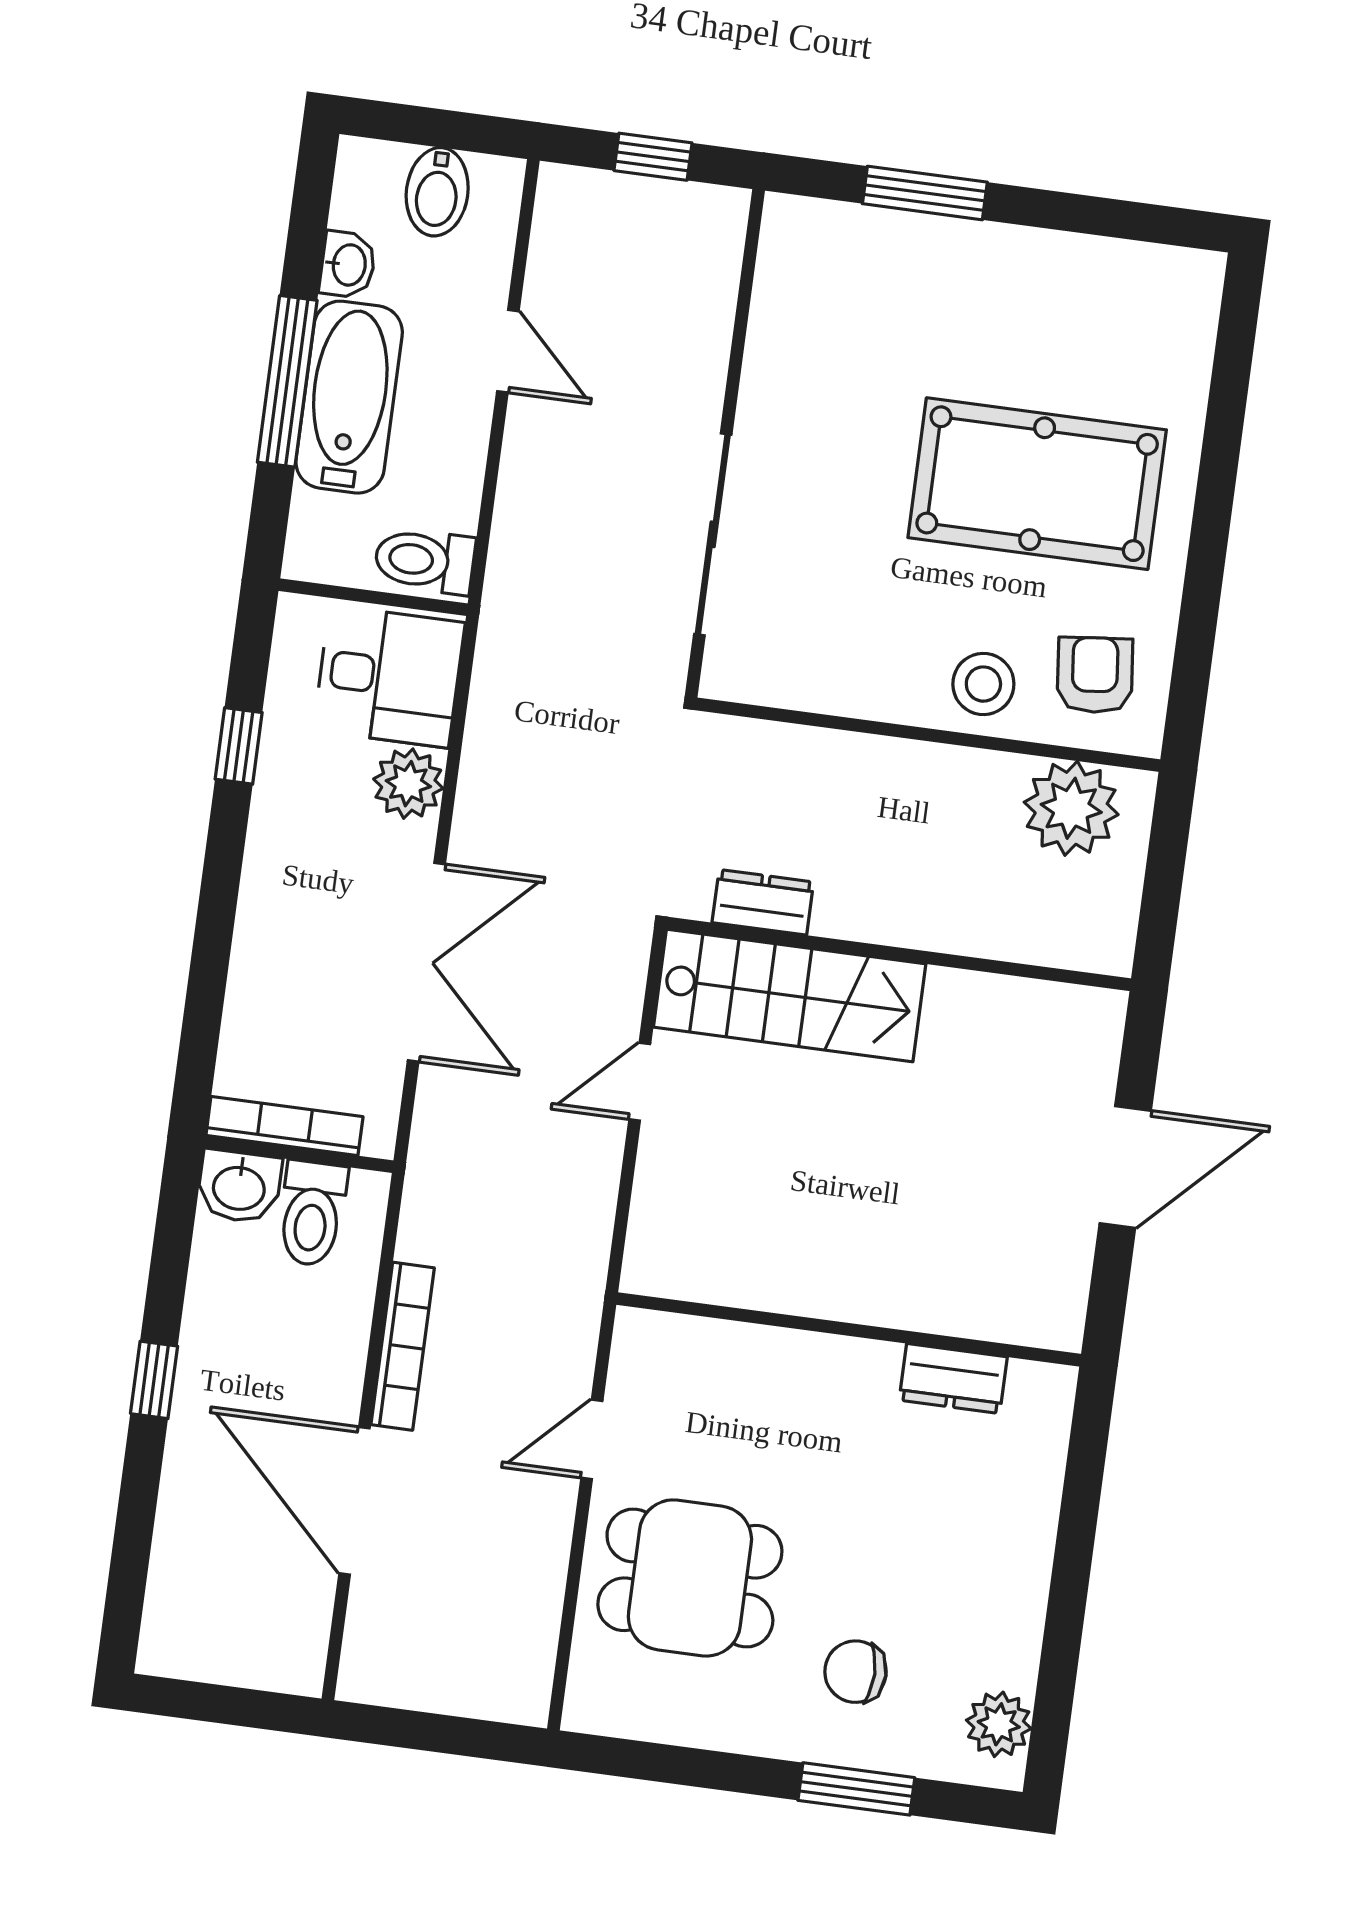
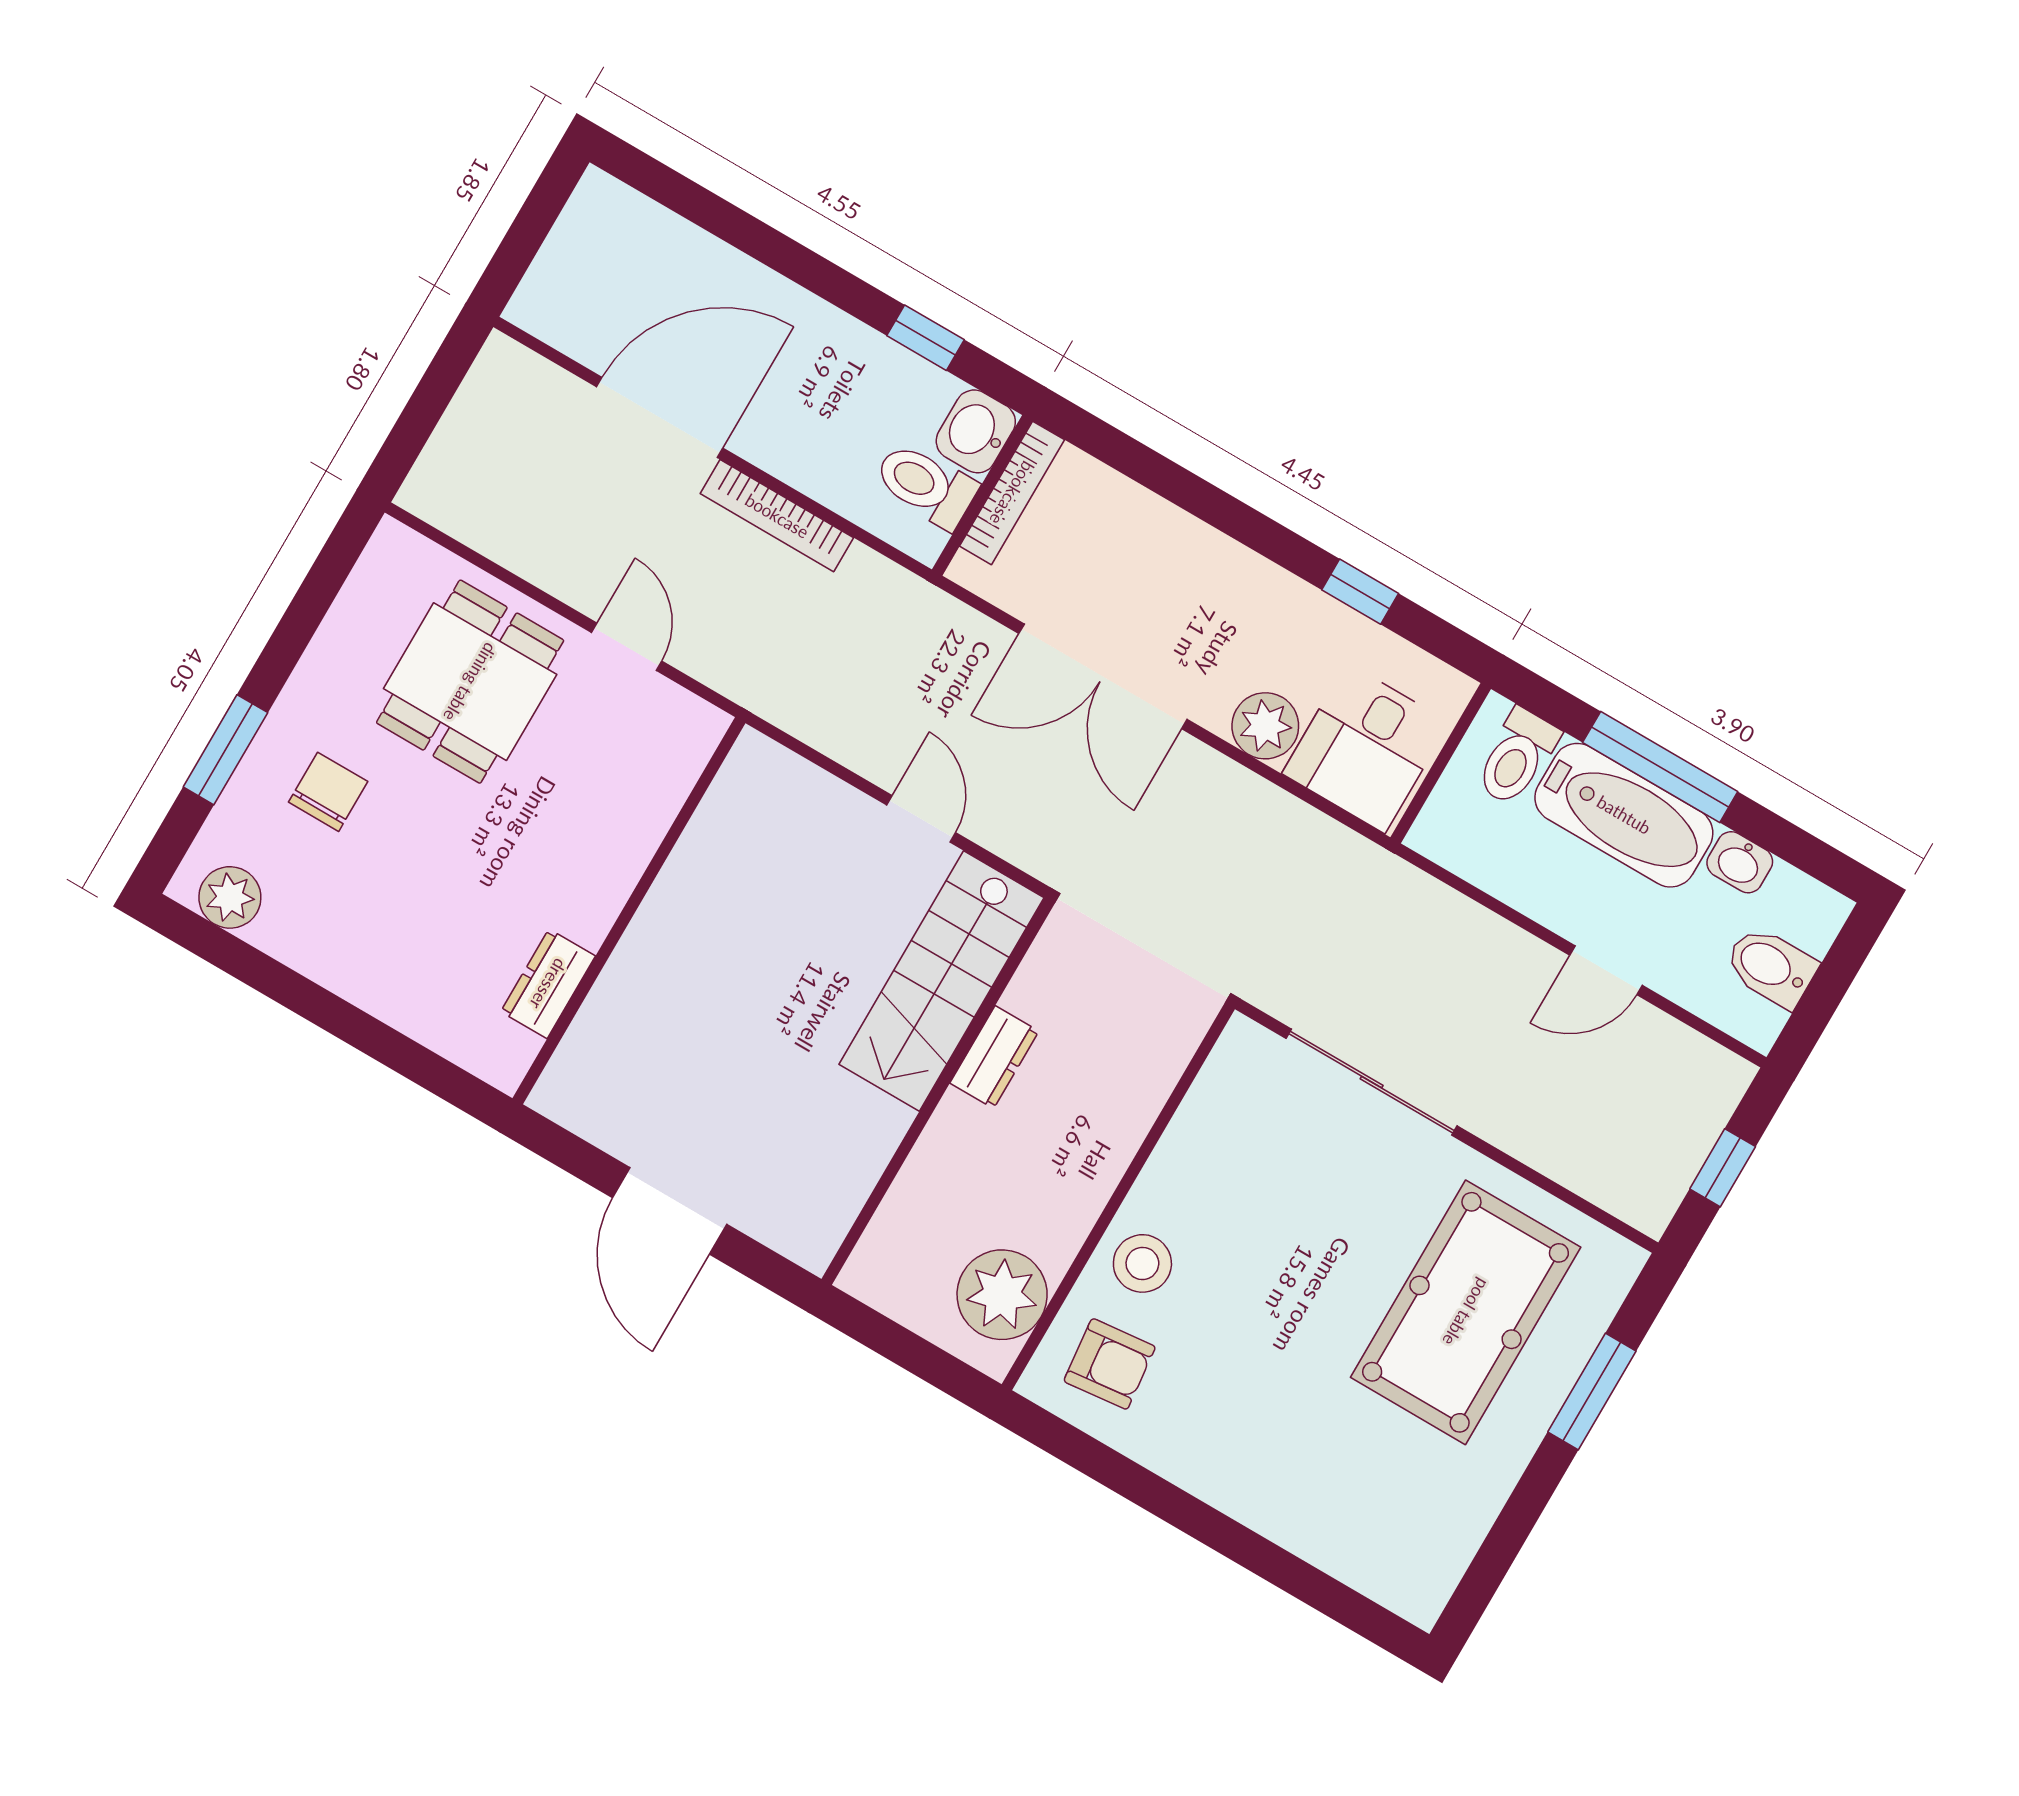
pool table: (1037, 484) -> (1466, 1312), moved
toilet: (425, 561) -> (1517, 757), moved, turned 180
dresser: (763, 902) -> (994, 1057), moved
window: (154, 1380) -> (925, 338), moved

